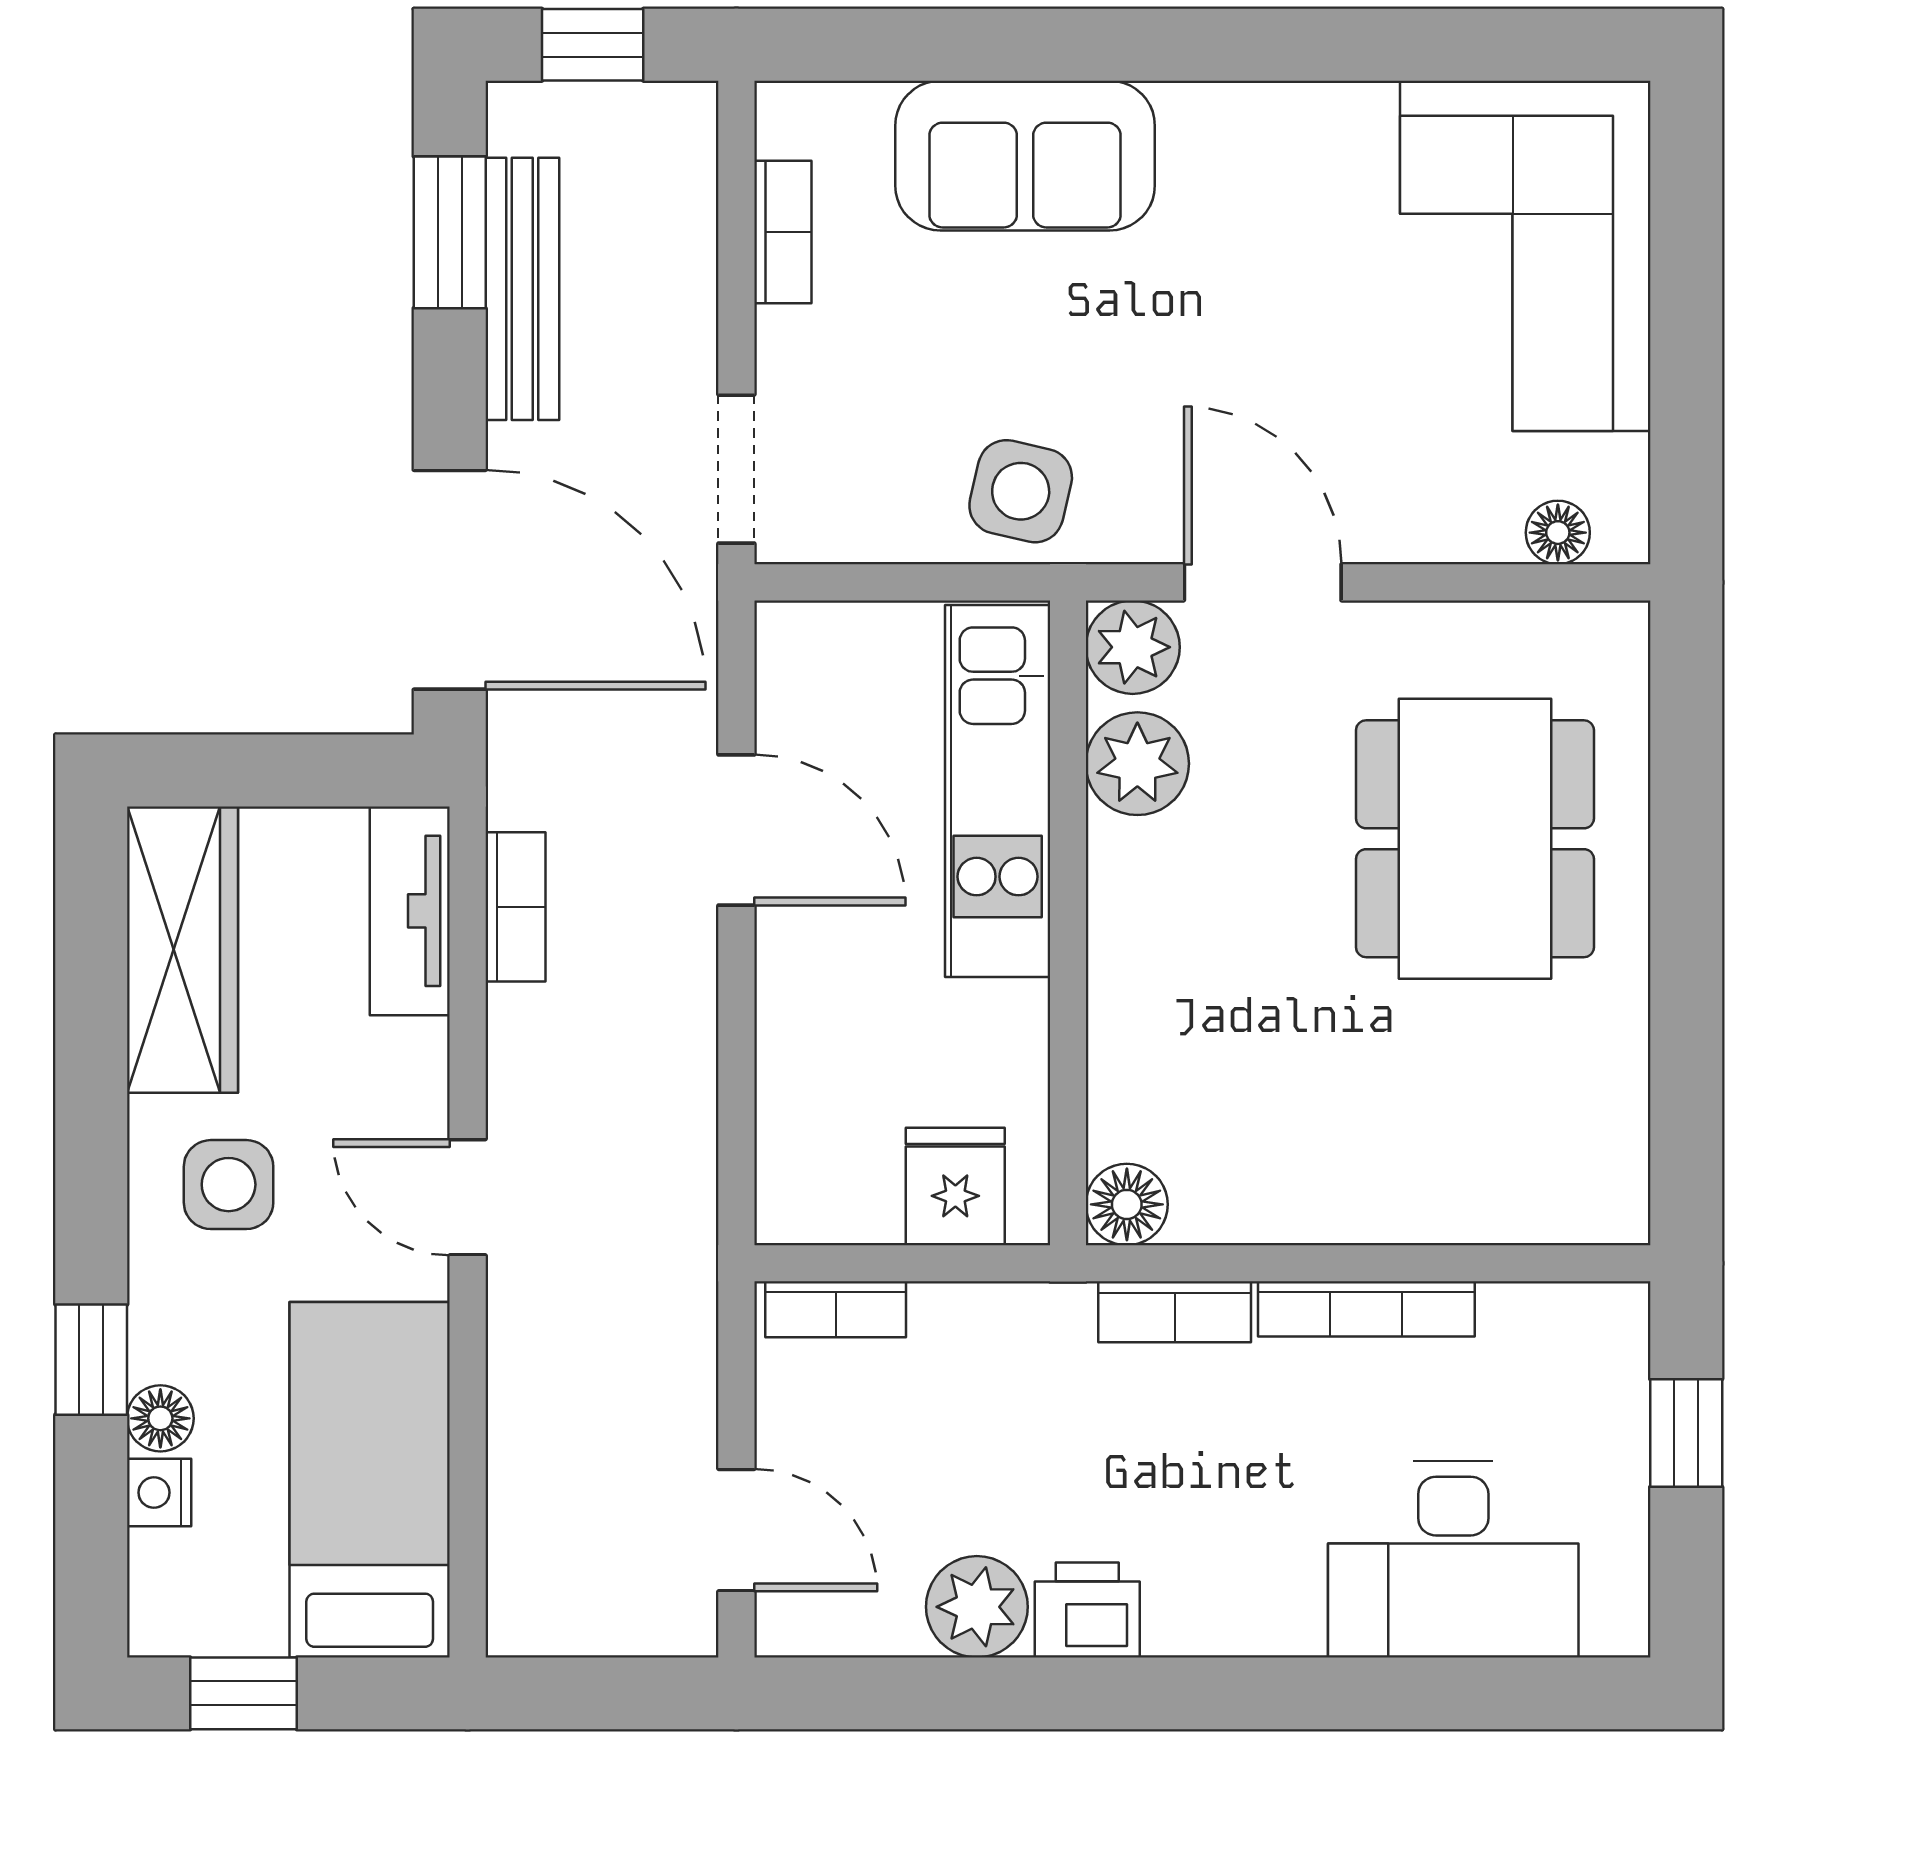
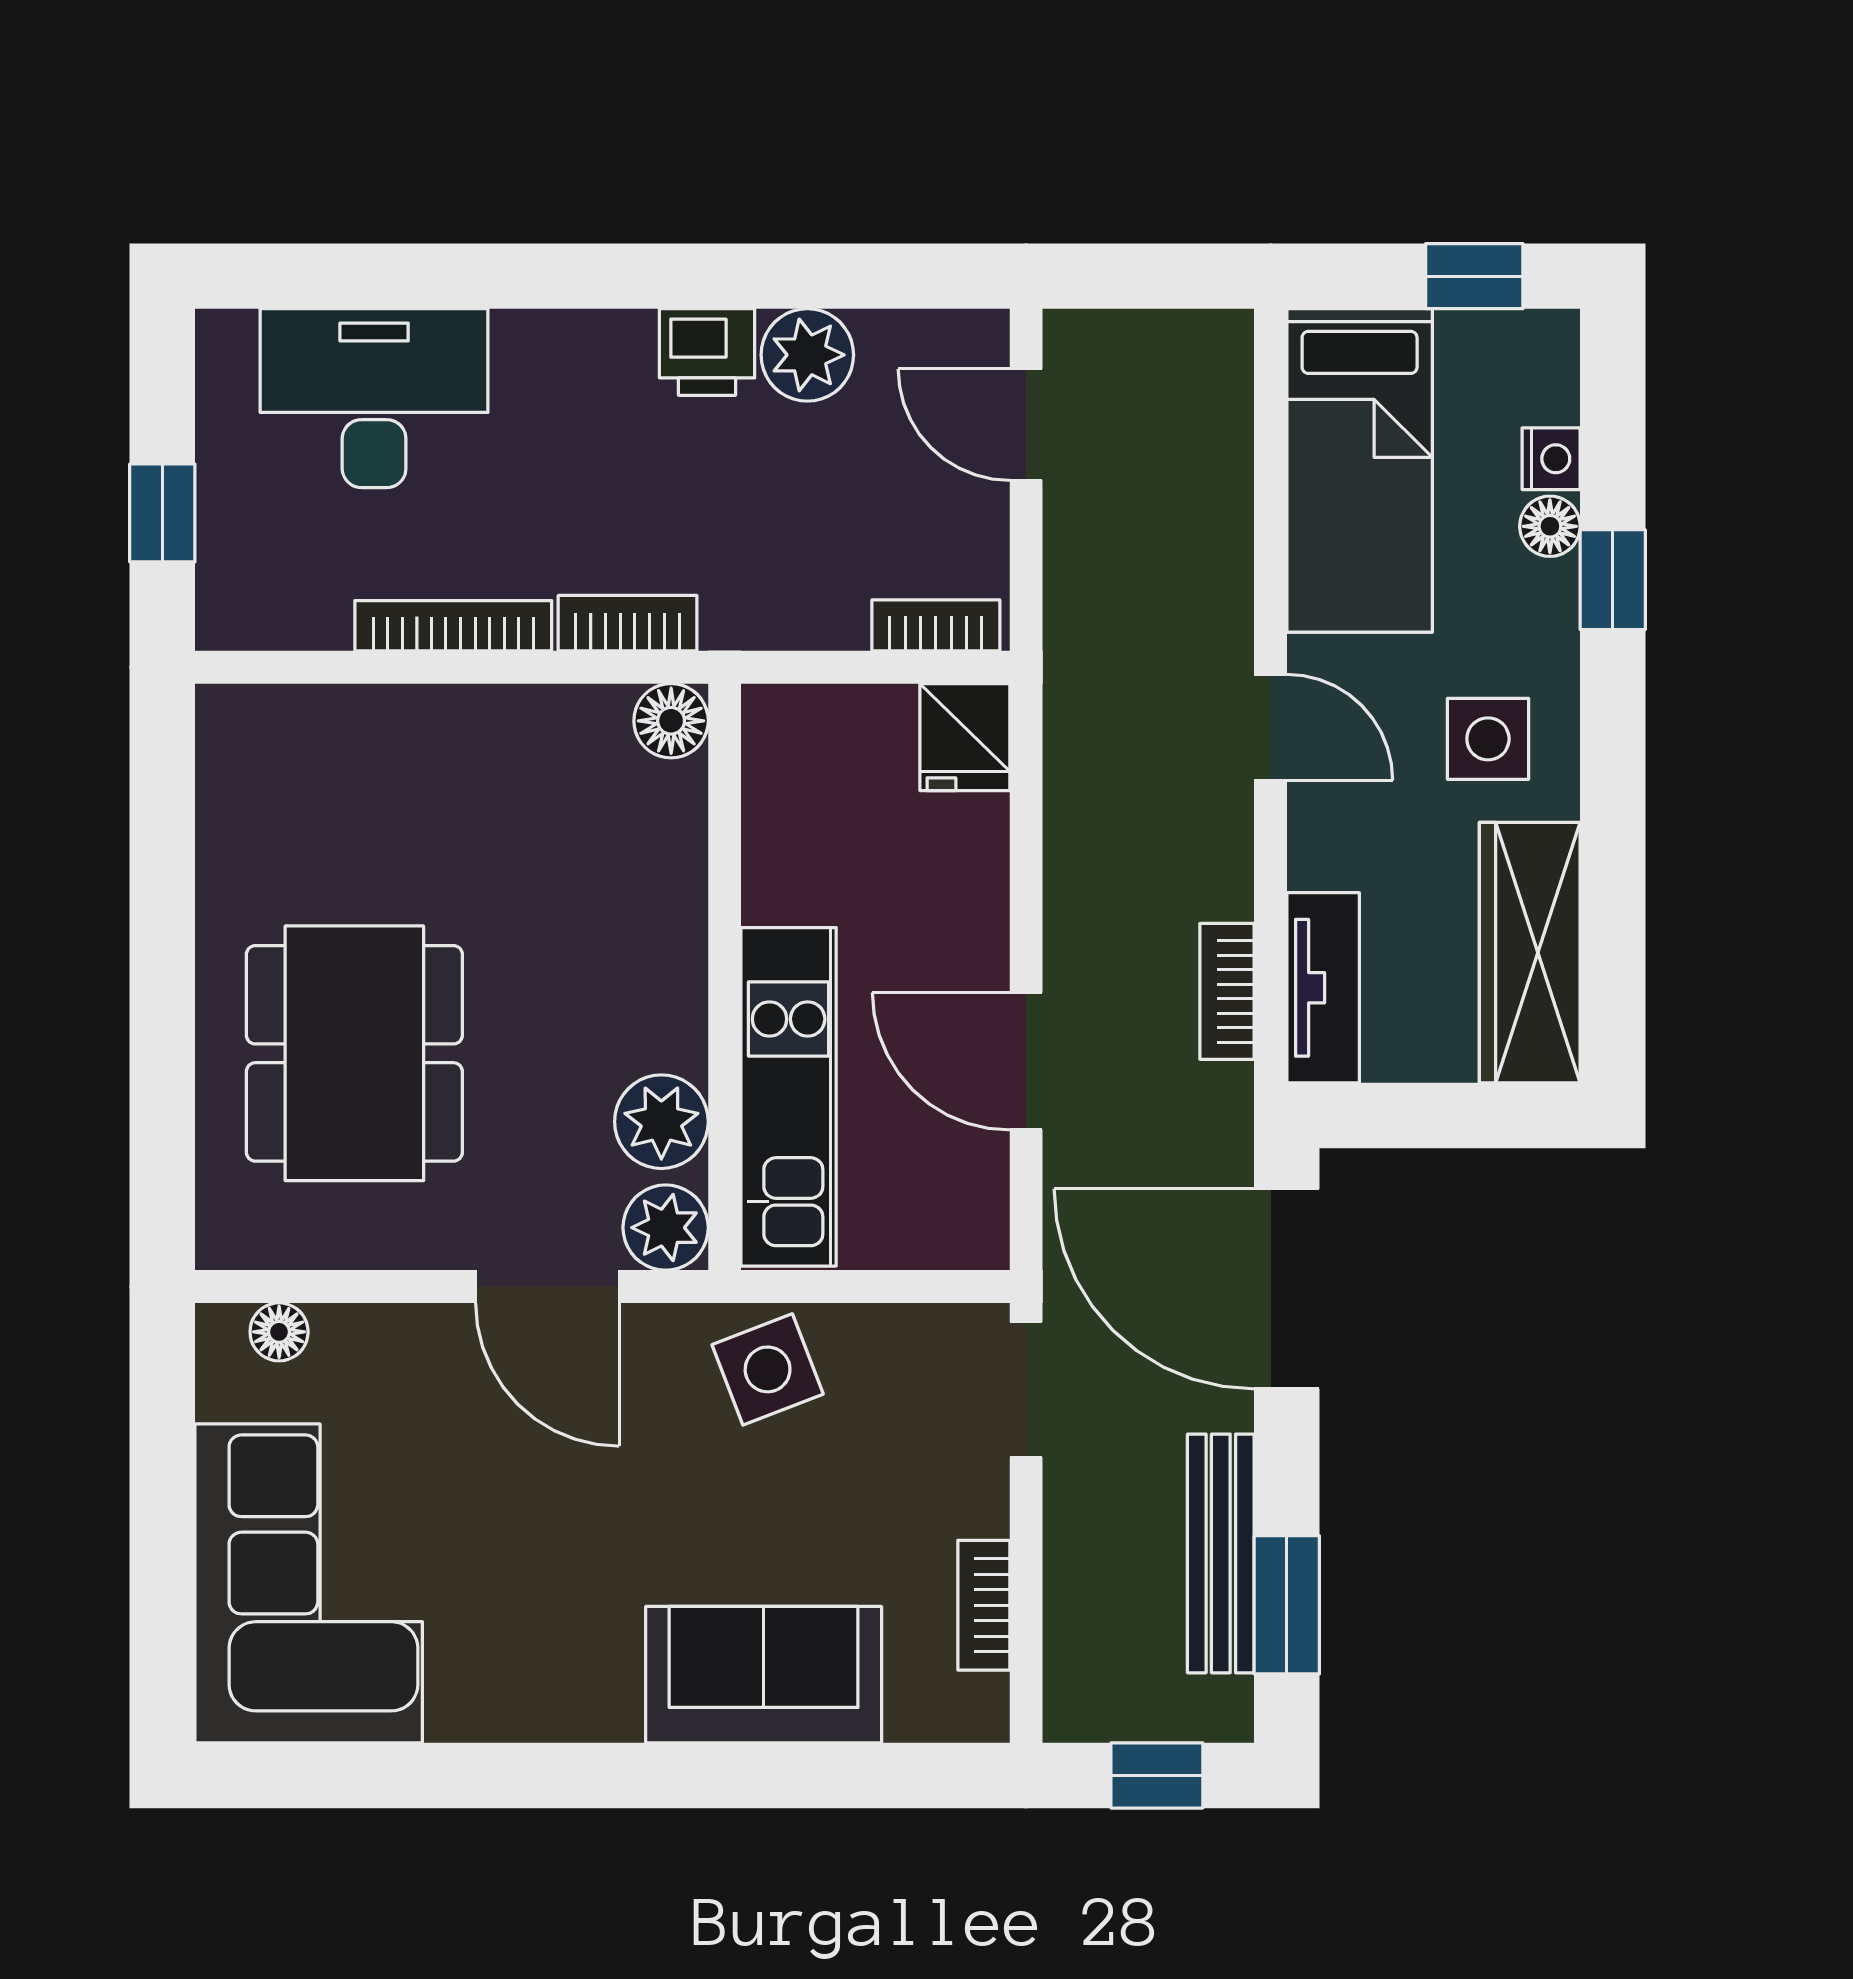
side table: (1021, 491) -> (768, 1369), turned -34
fridge: (955, 1186) -> (965, 737), moved

